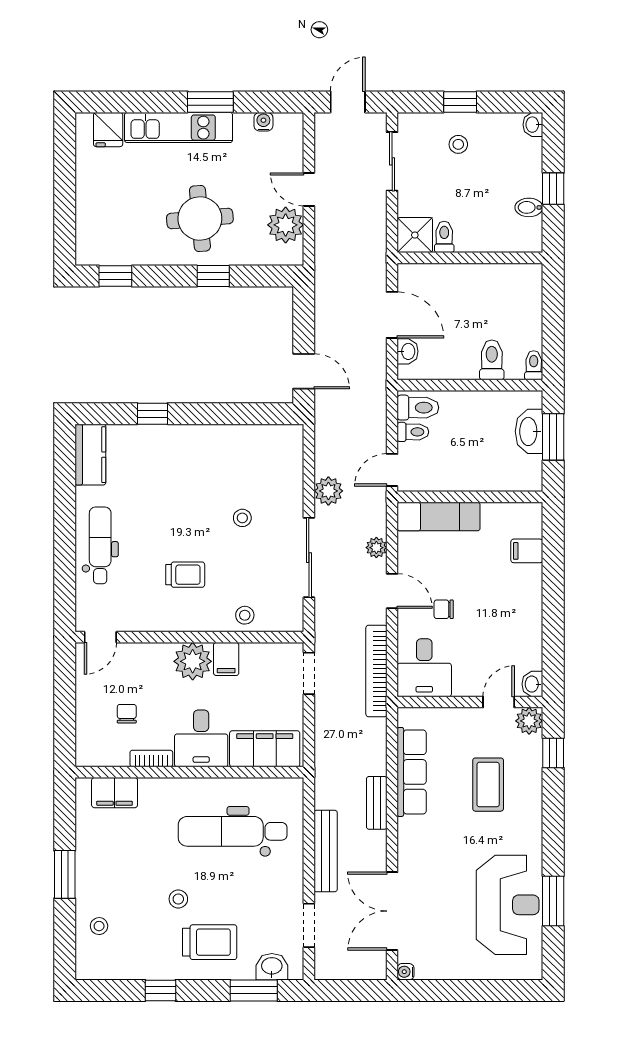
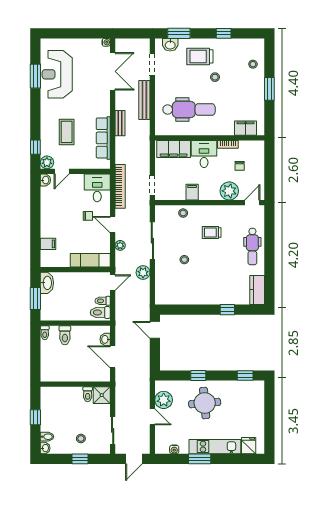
bidet: (529, 207) -> (47, 437), moved
washbasin: (529, 431) -> (47, 283), moved
plant: (193, 661) -> (229, 191), moved

